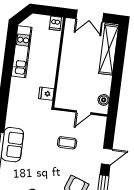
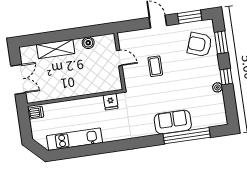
shelving: (109, 49) -> (56, 49), width x0.68
boiler: (104, 100) -> (88, 43), moved

